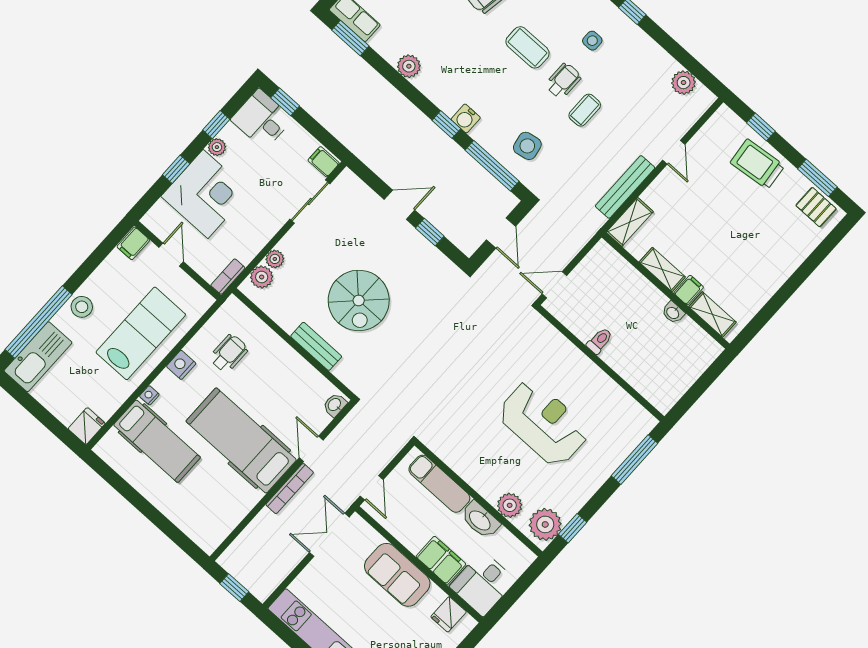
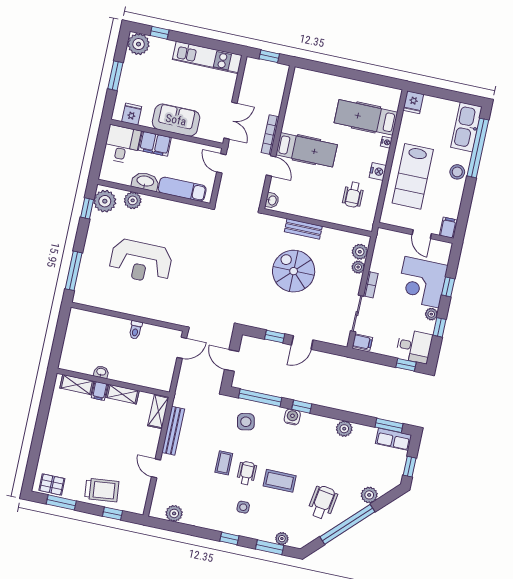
wheelchair: (563, 81) -> (247, 473), turned 180
bookcase: (228, 277) -> (371, 285), moved
hospital bed: (241, 441) -> (306, 150), width x0.73, depth x0.78

